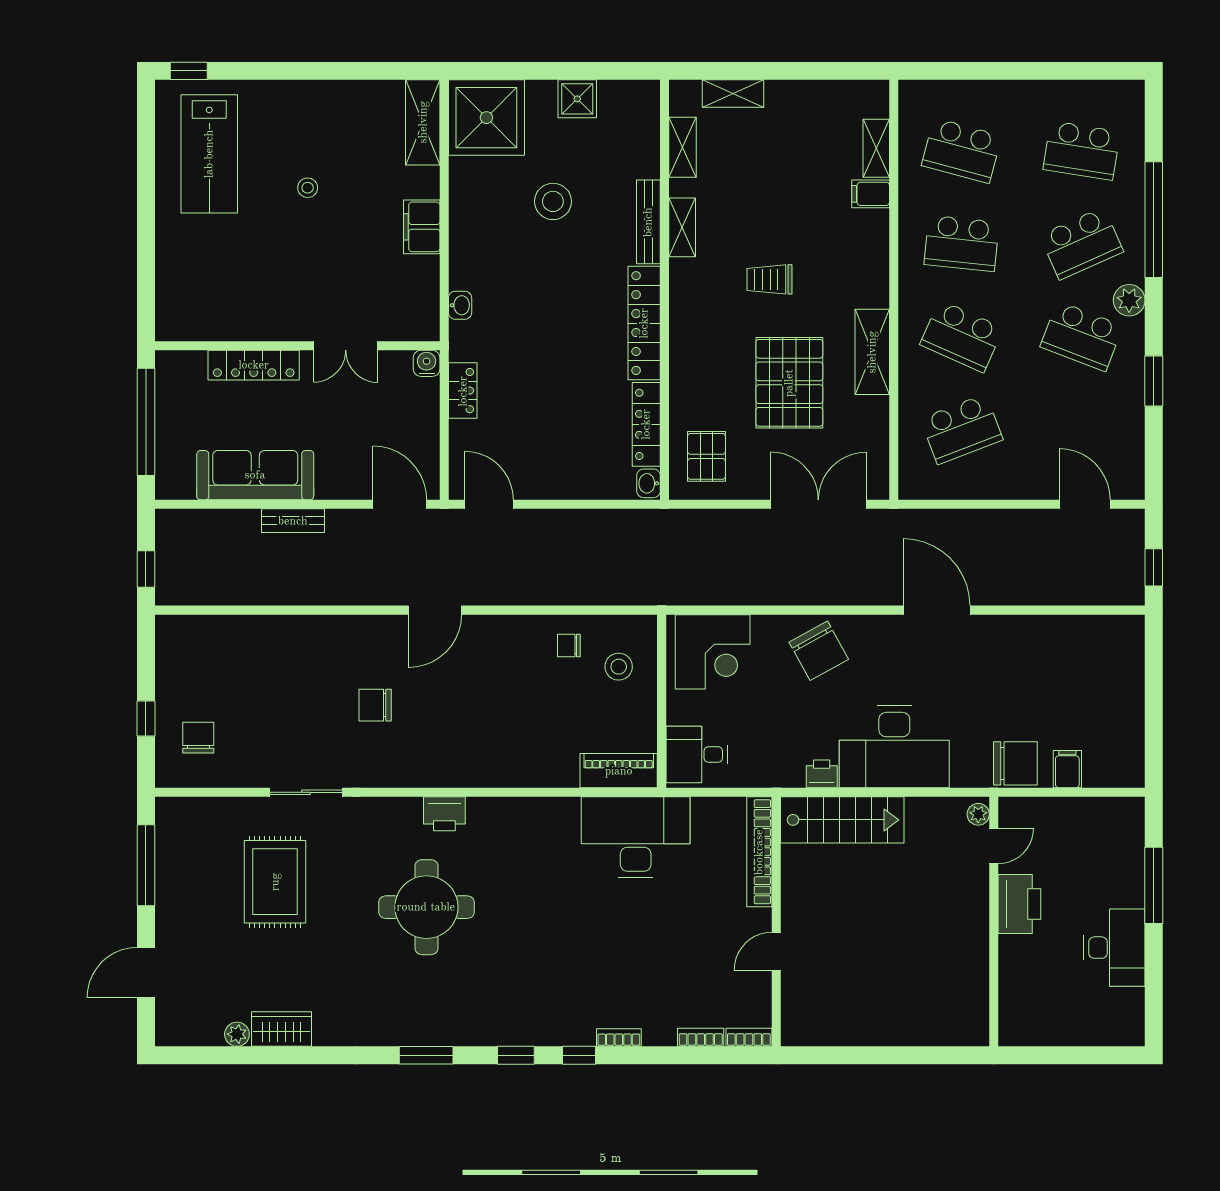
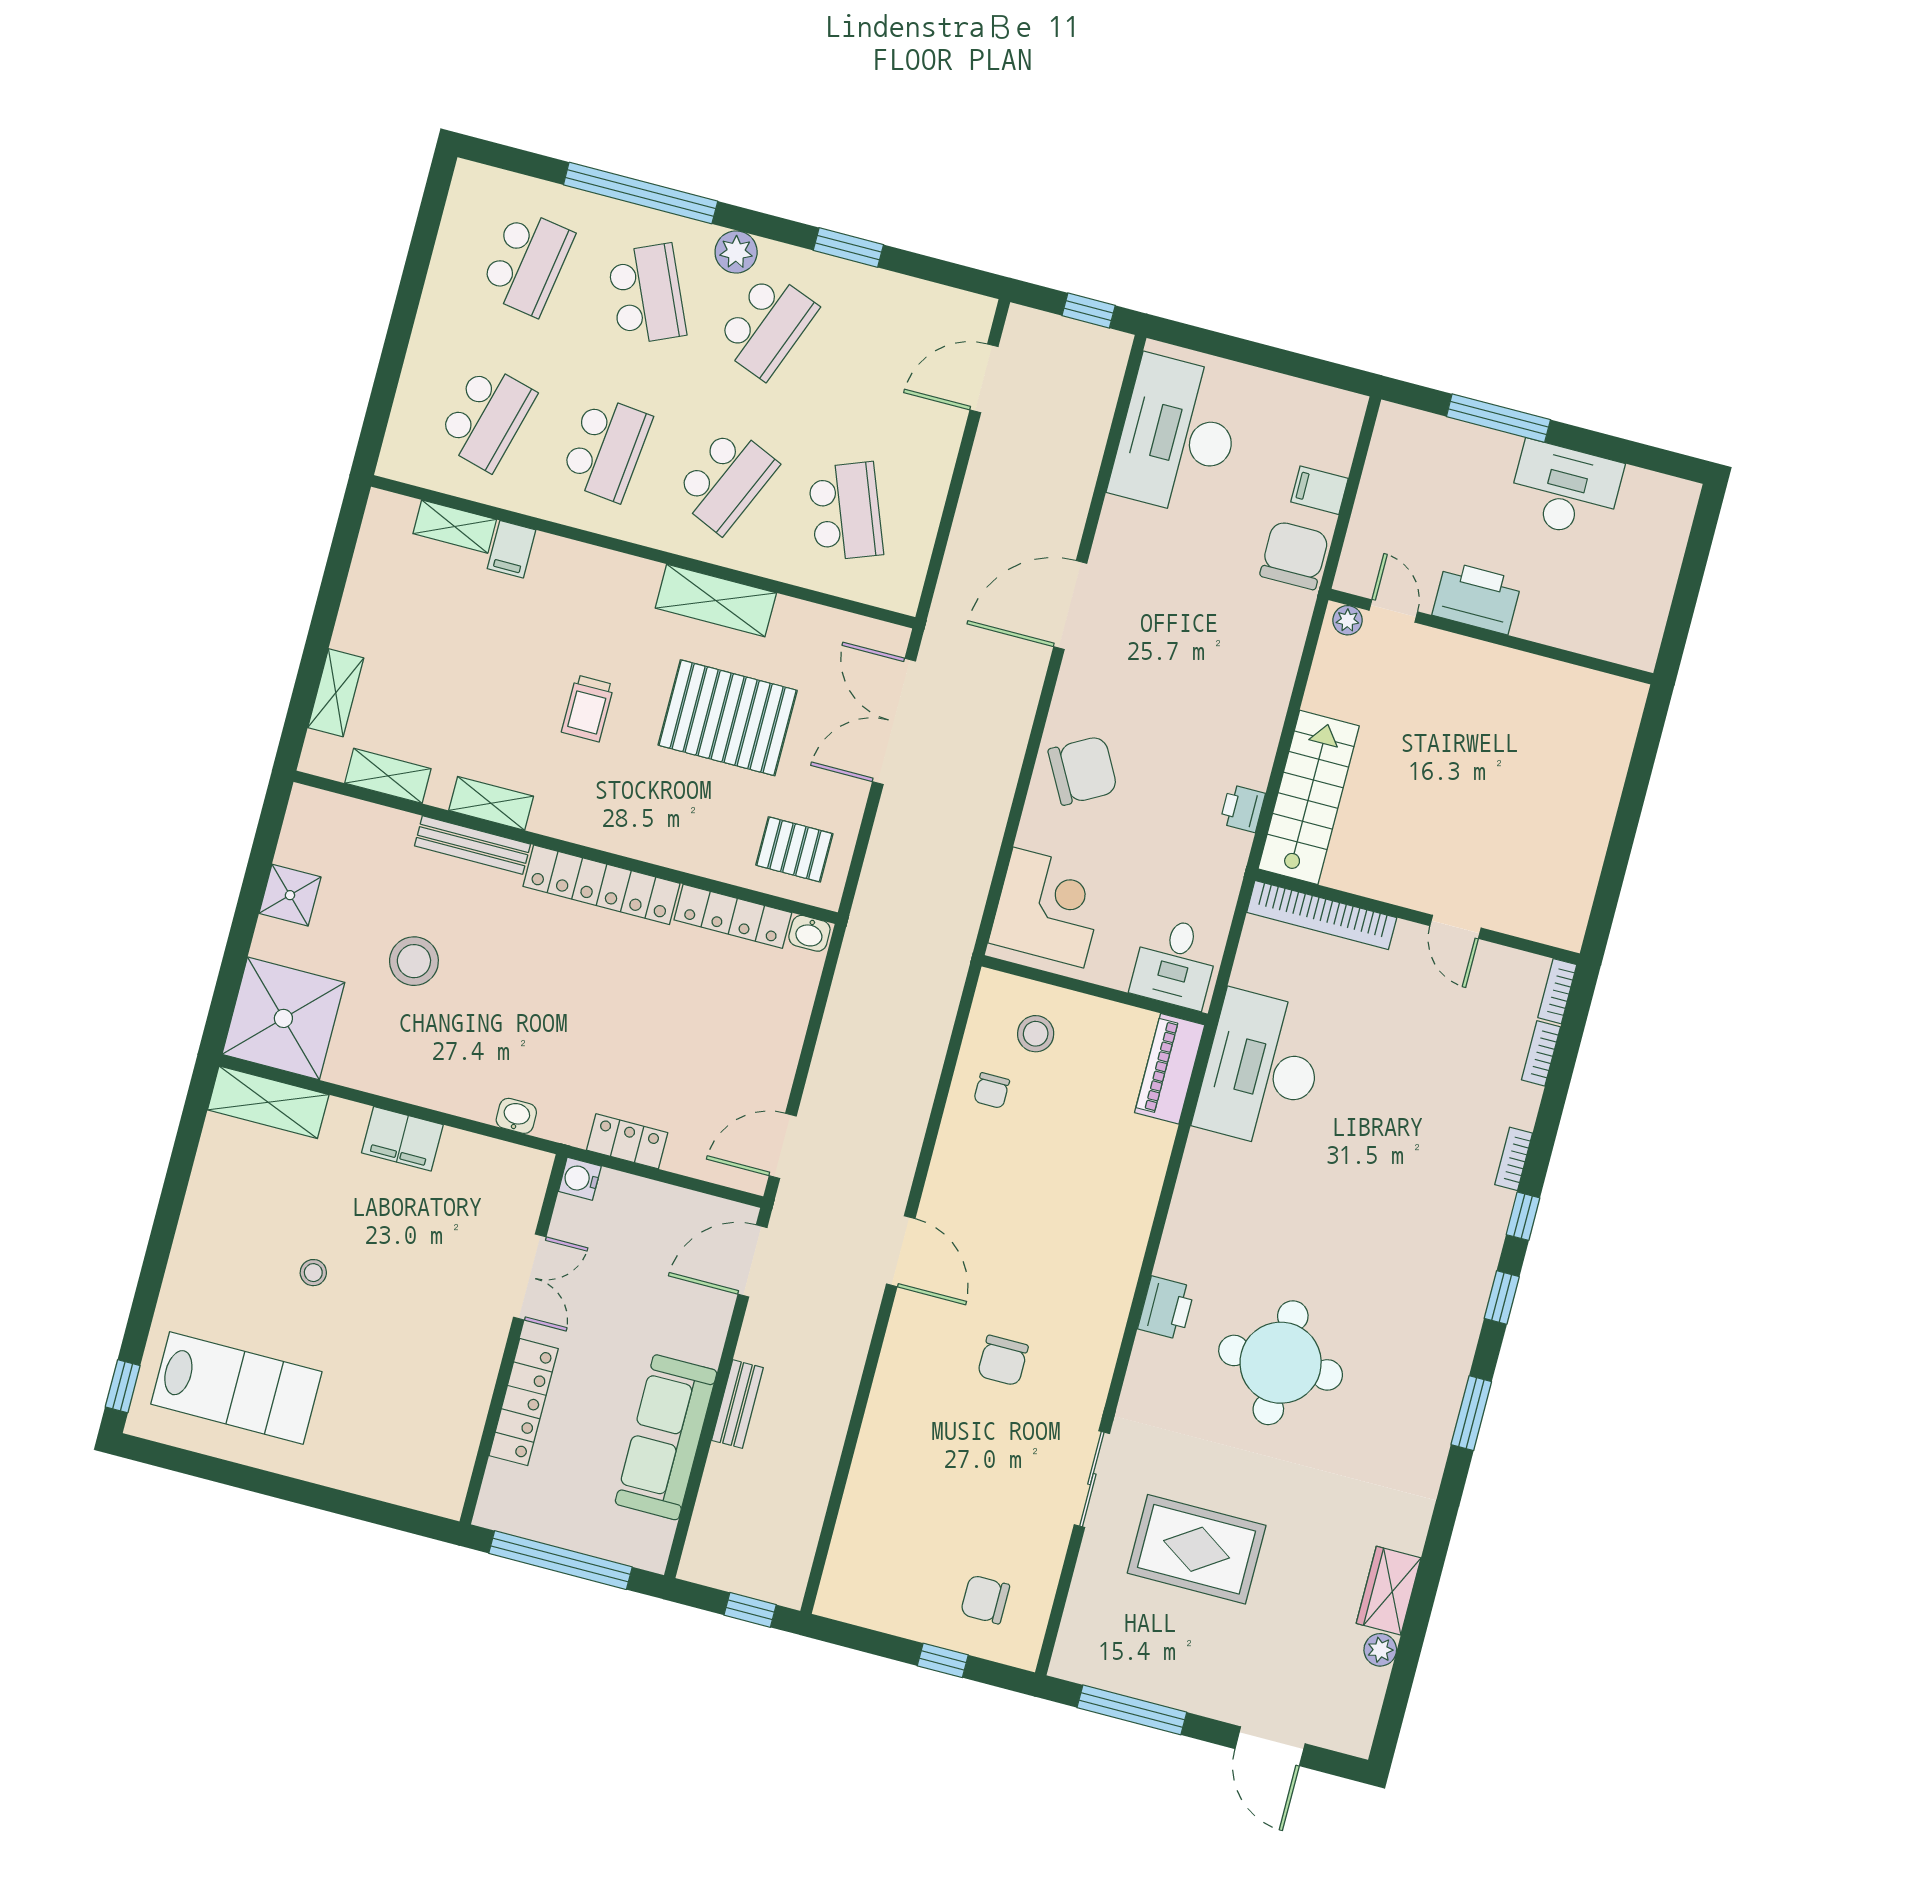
desk: (894, 747) -> (1177, 435), moved, turned 180

